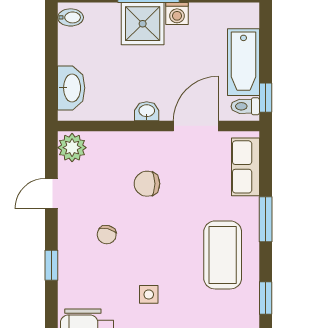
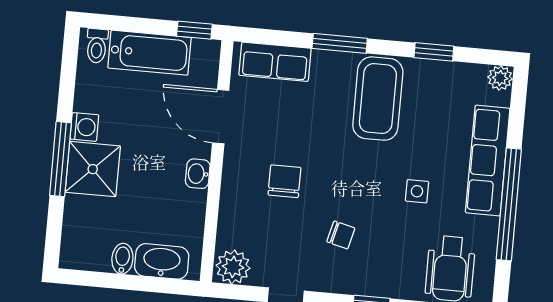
bidet: (71, 17) -> (122, 259), moved
toilet: (245, 106) -> (97, 46), moved
chair: (147, 184) -> (284, 181), turned 180
coffee table: (223, 255) -> (378, 99), turned 90

